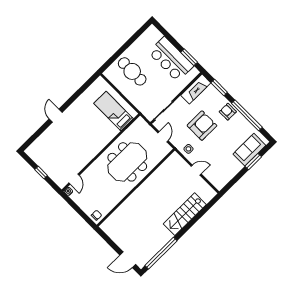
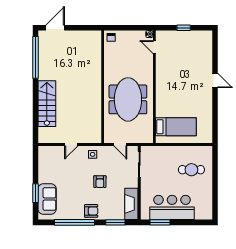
cafe table: (132, 71) -> (191, 170), width x0.73, depth x0.74
armchair: (202, 126) -> (100, 182), width x0.53, depth x0.53

